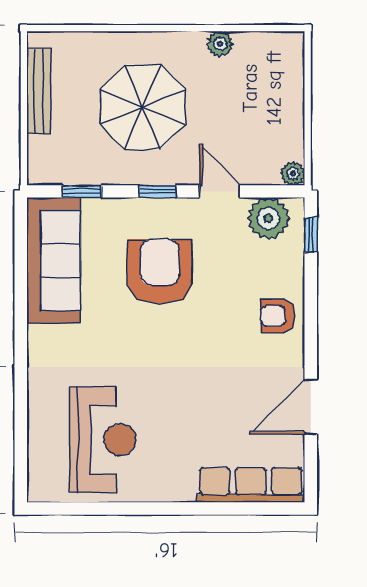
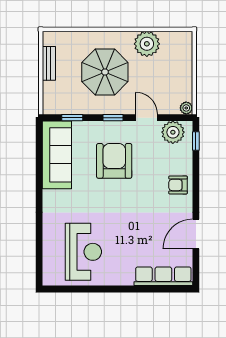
plant: (220, 44) -> (147, 44), width x1.87, depth x1.87
bench: (39, 91) -> (49, 63), width x0.73

